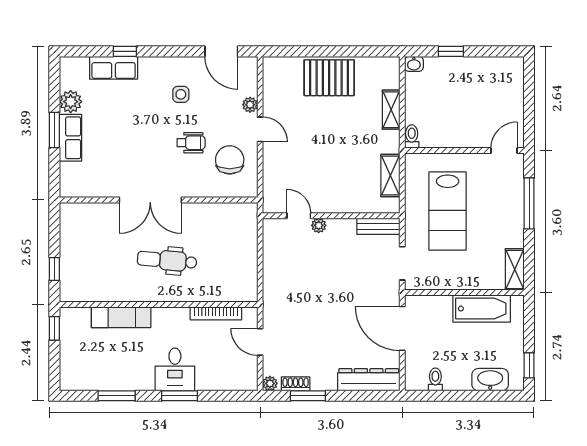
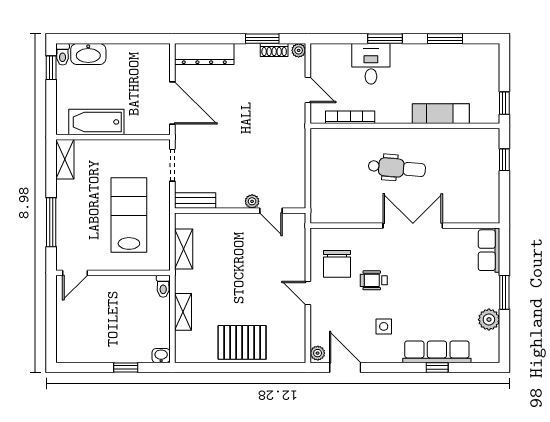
row of seats: (114, 68) -> (437, 352), width x1.48
plant: (250, 105) -> (318, 353), moved
row of seats: (70, 138) -> (489, 250), moved
desk: (175, 369) -> (371, 64), moved
toilet: (435, 379) -> (63, 54), moved

